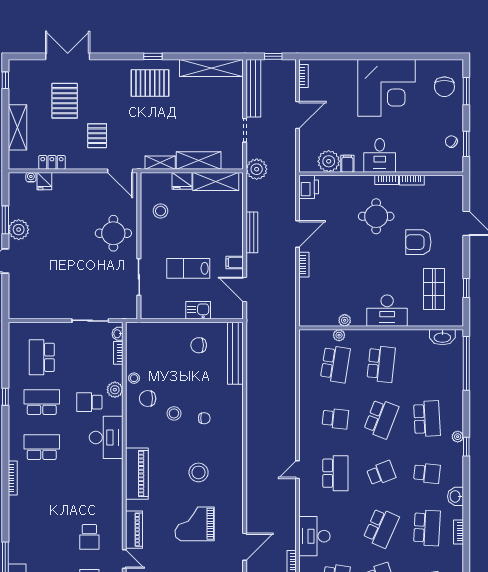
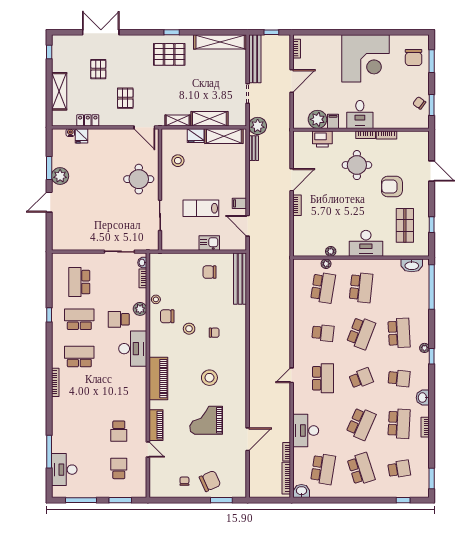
pallet: (65, 101) -> (98, 69), width x0.67, depth x0.71
printer: (309, 187) -> (322, 139), moved, turned 90
bench: (252, 232) -> (254, 148), moved, width x0.73

